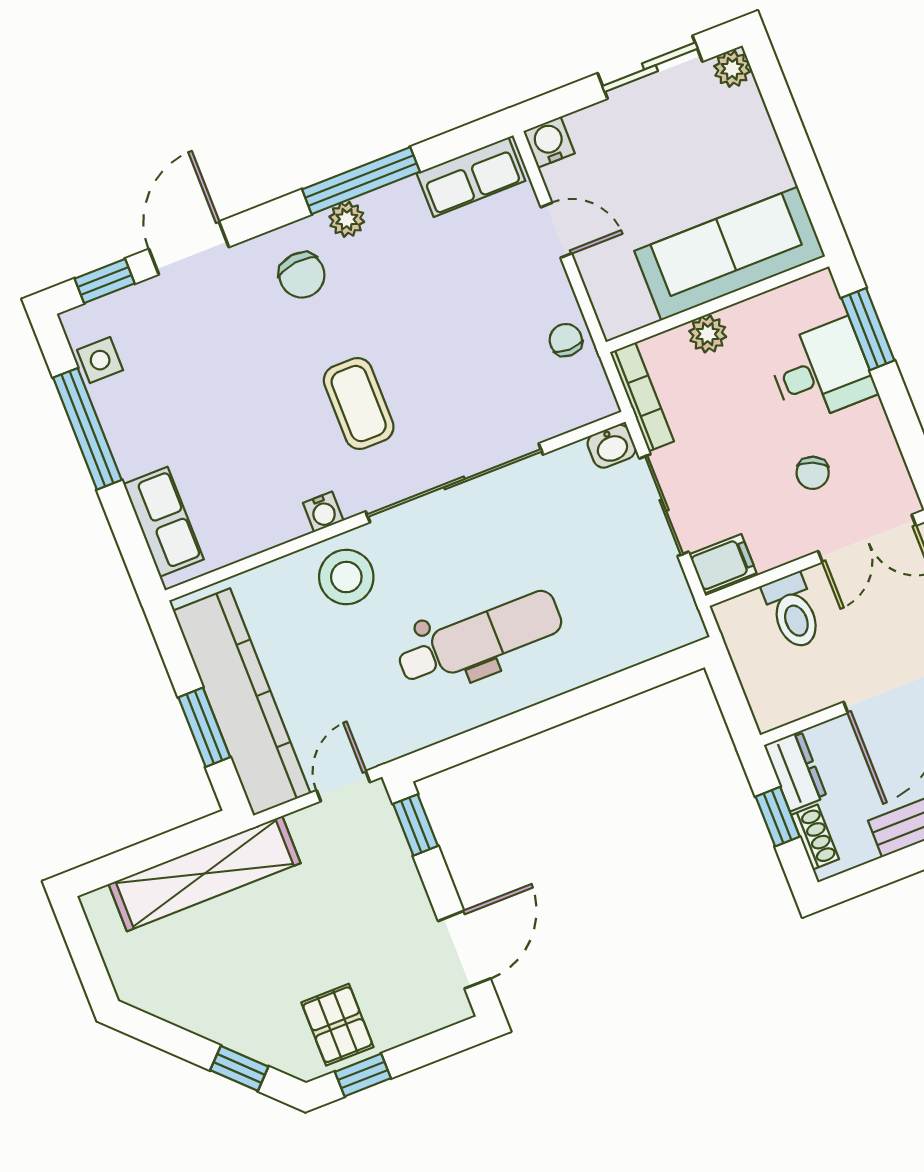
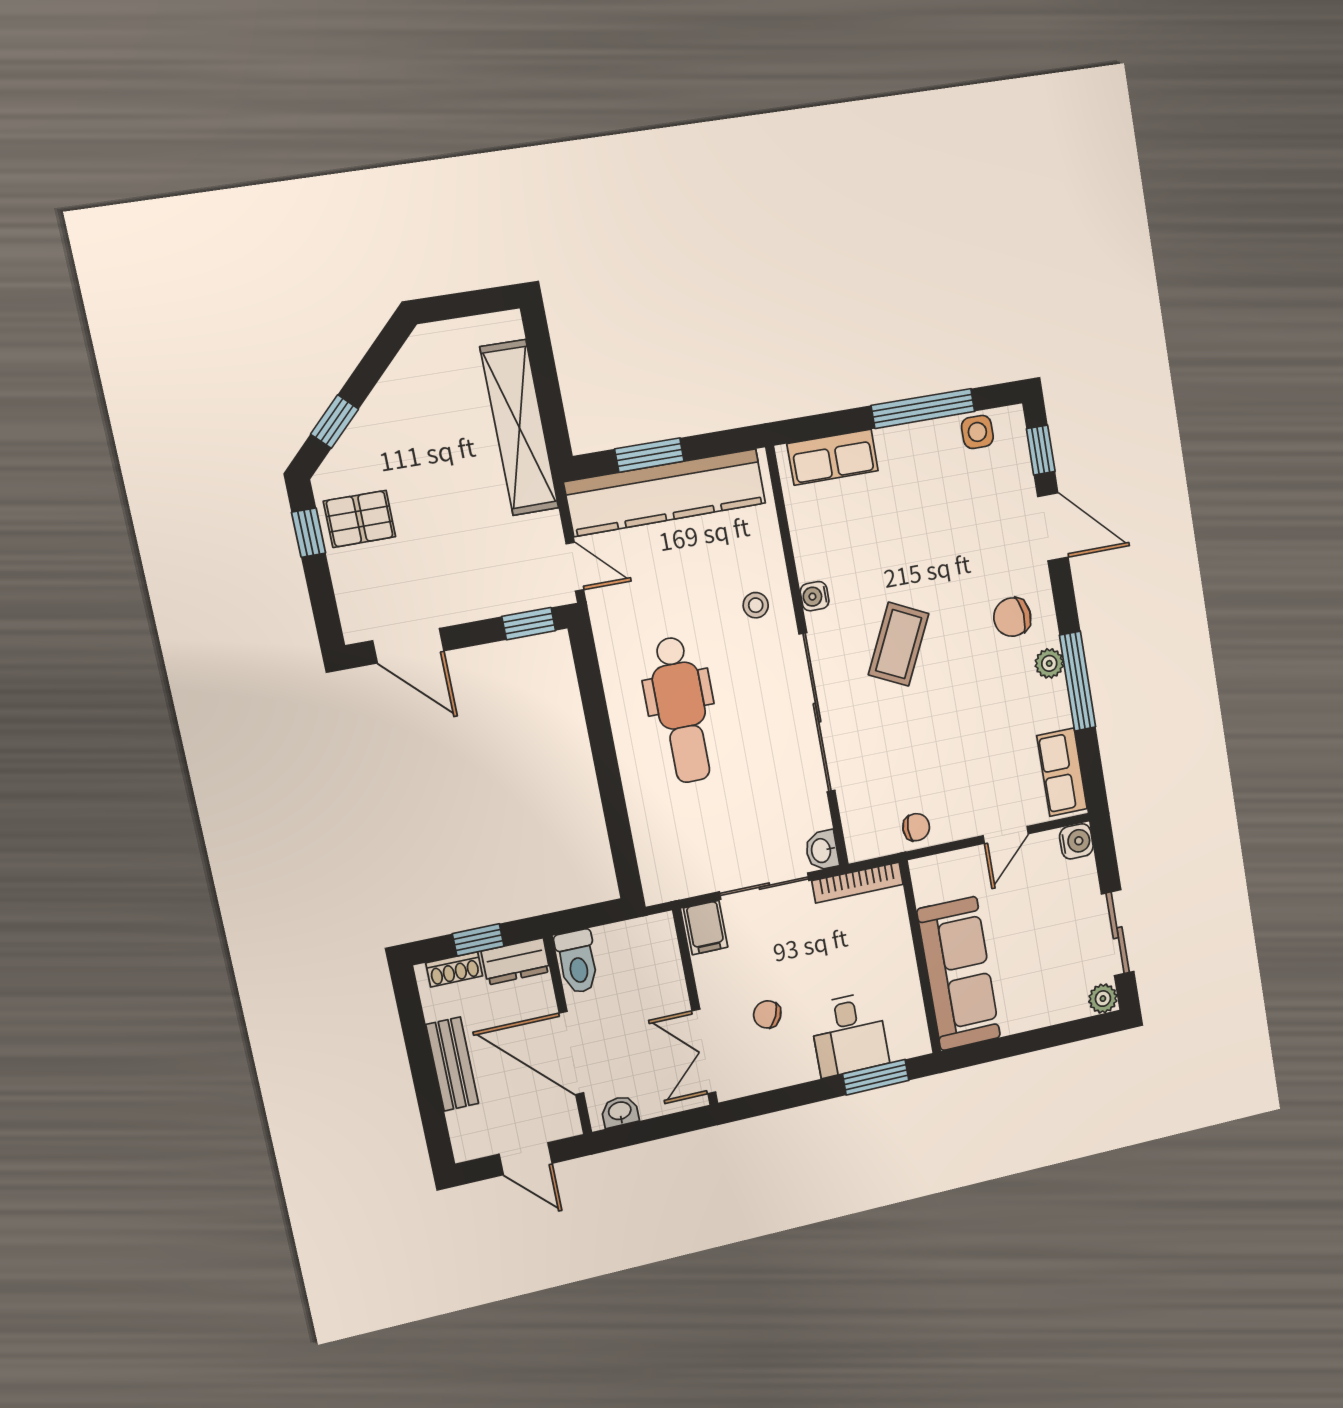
plant: (708, 334) -> (898, 945), removed
coffee table: (359, 404) -> (899, 644), turned -64
stool: (346, 577) -> (756, 605), width x0.53, depth x0.53
toilet: (793, 611) -> (577, 962), moved, turned -90

